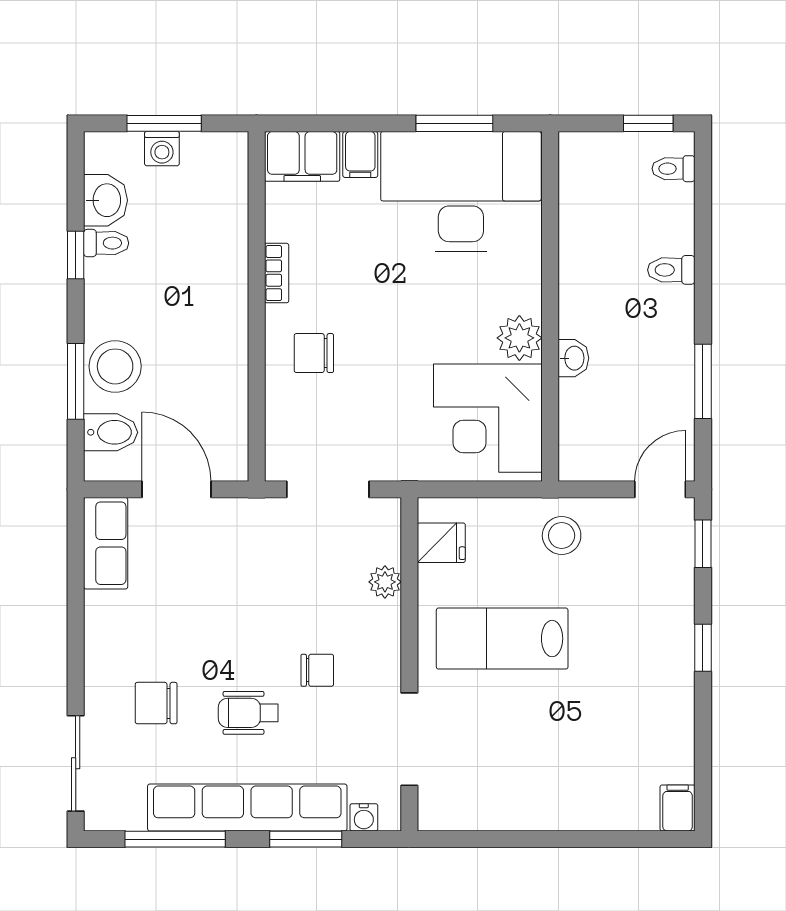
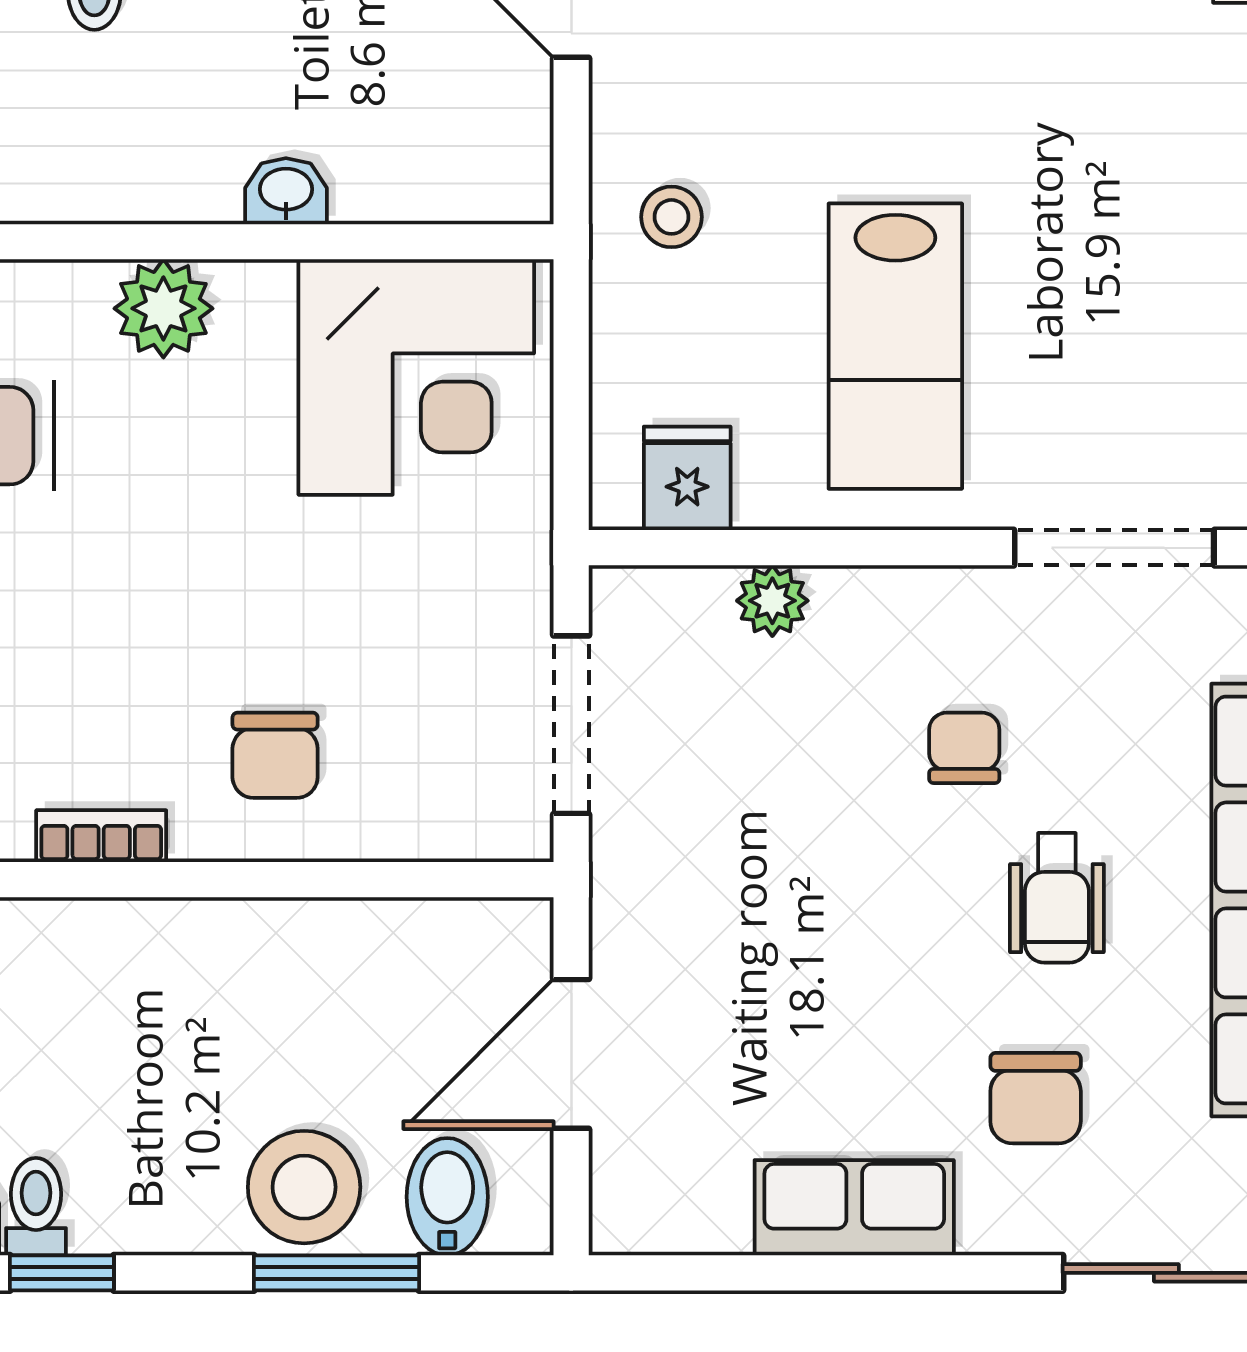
plant: (519, 338) -> (163, 308), moved
stool: (562, 536) -> (671, 217), width x0.73, depth x0.73
row of seats: (106, 543) -> (854, 1208), moved

